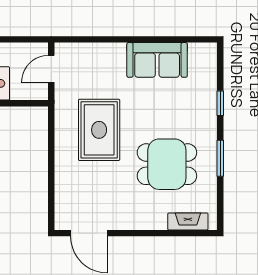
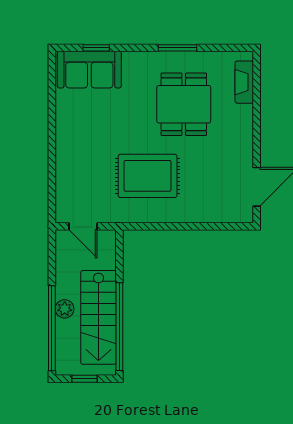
sofa: (157, 60) -> (89, 70), moved, turned 90
window: (220, 103) -> (96, 48), moved

